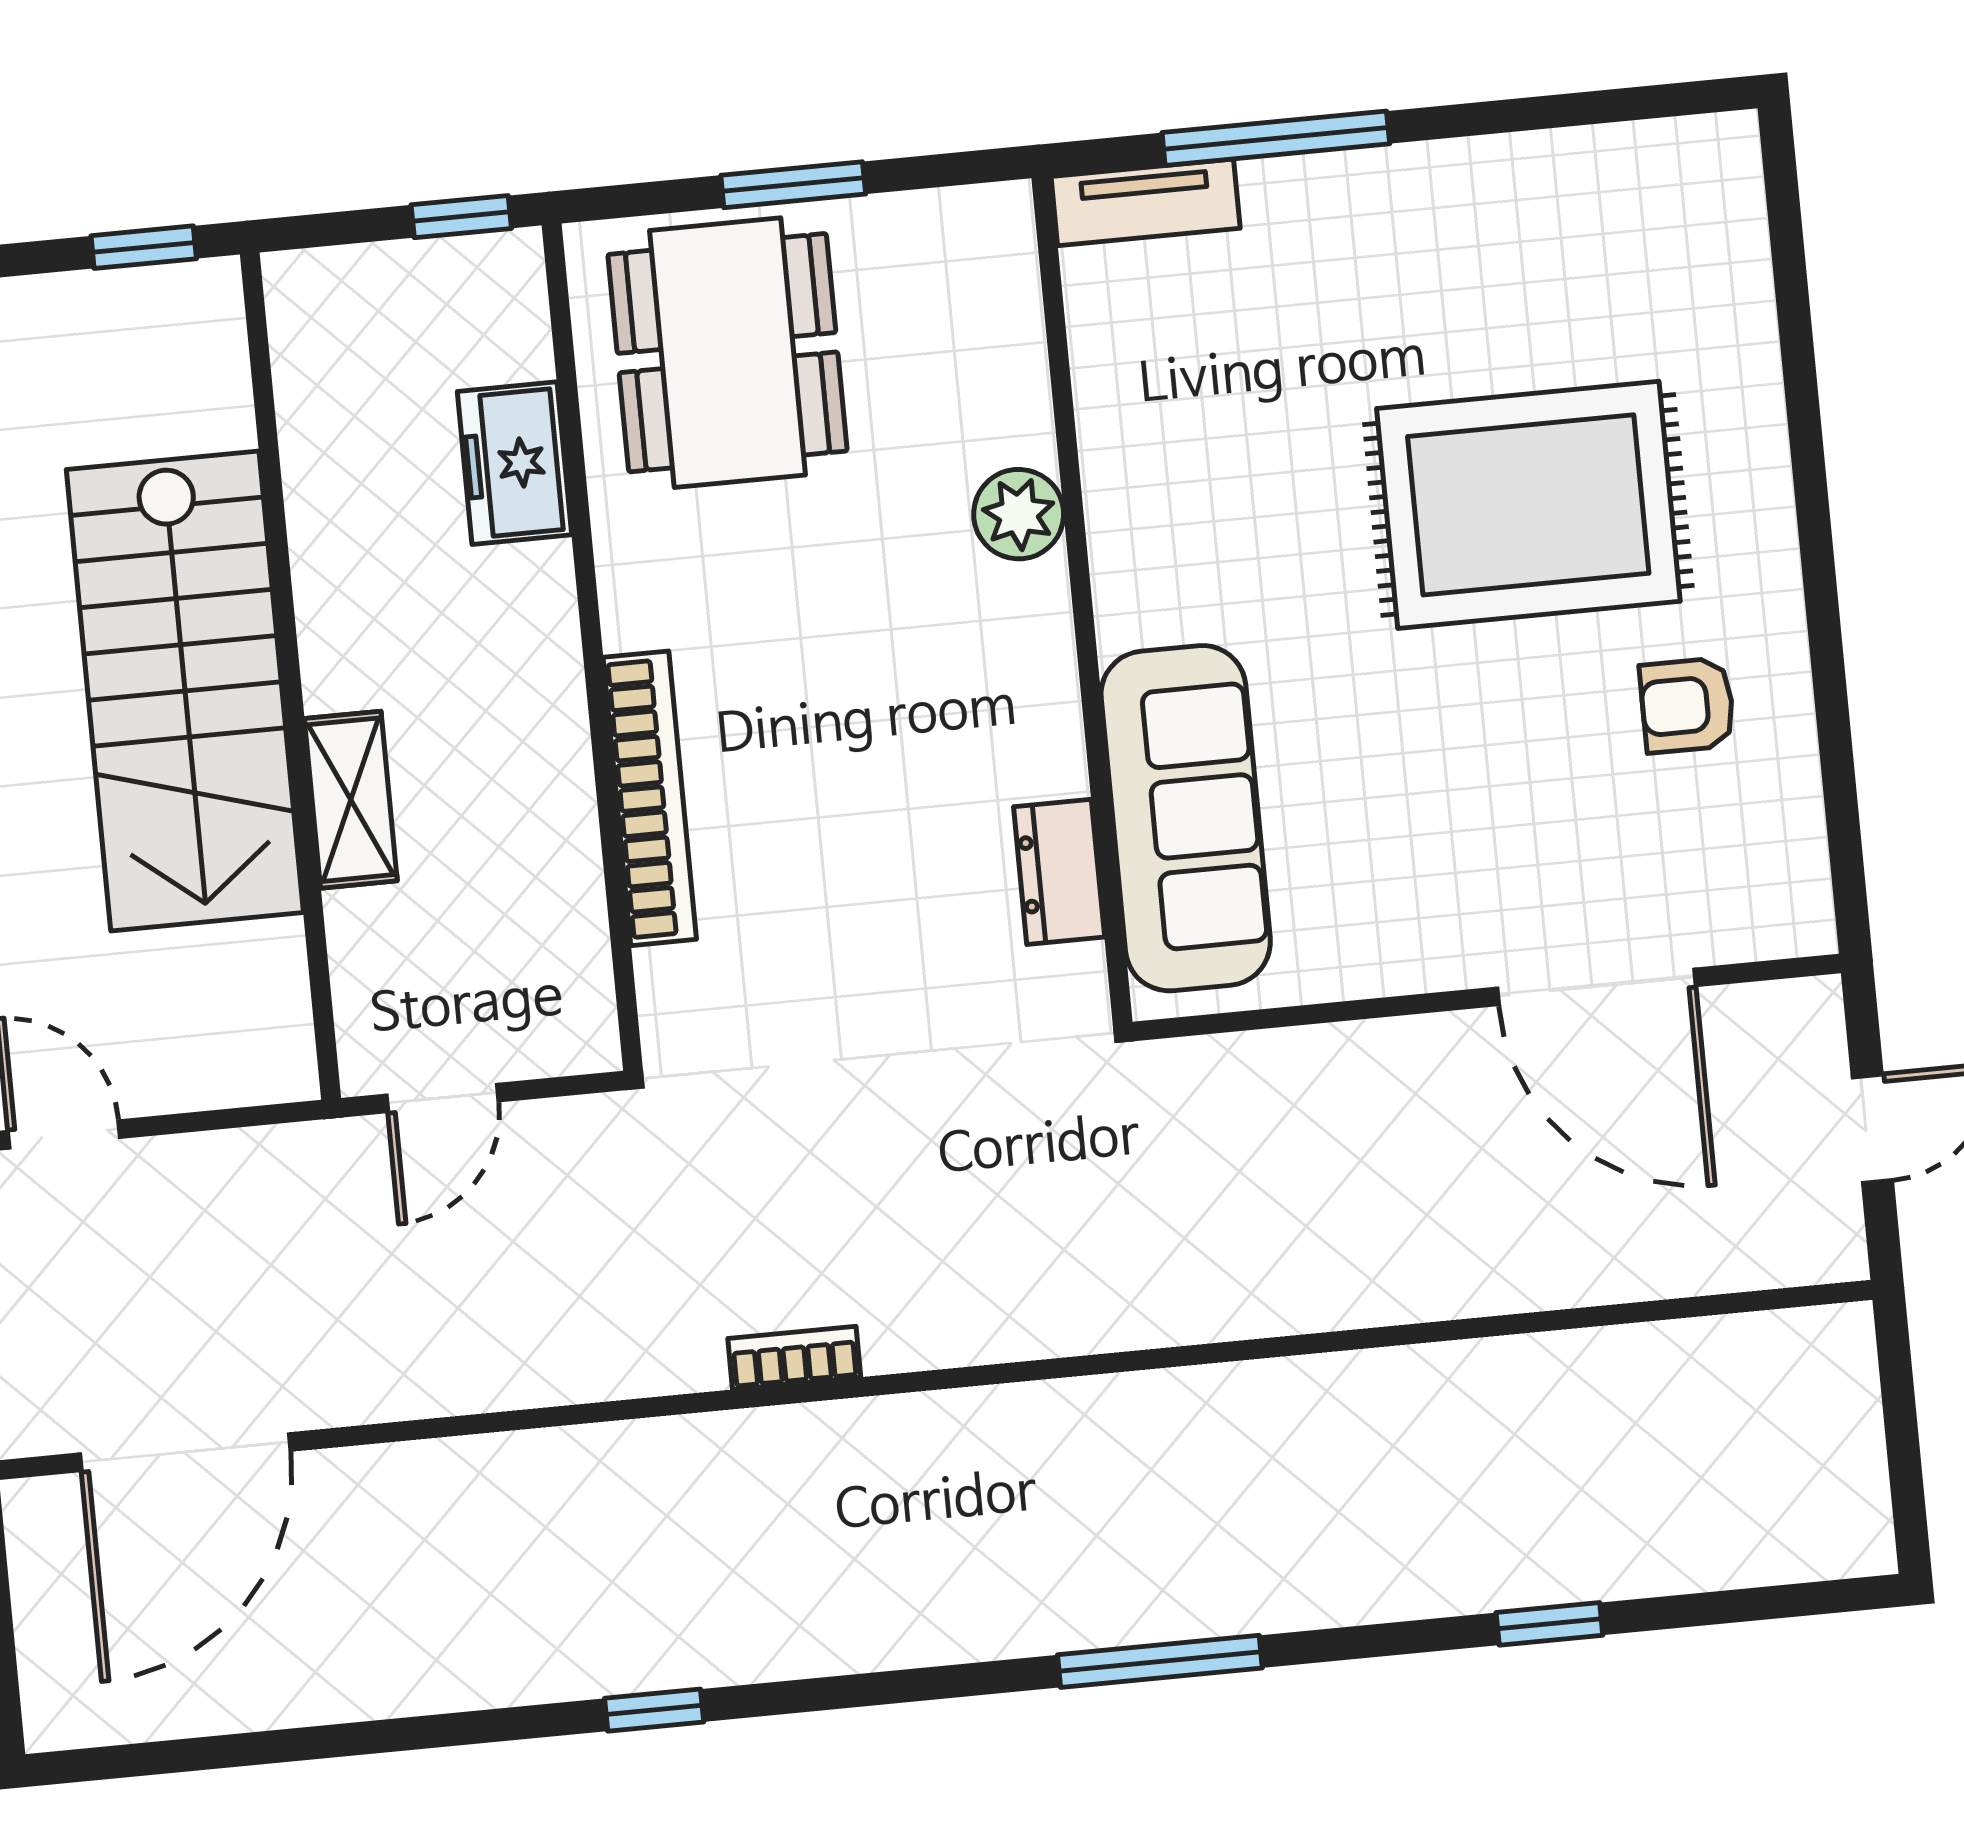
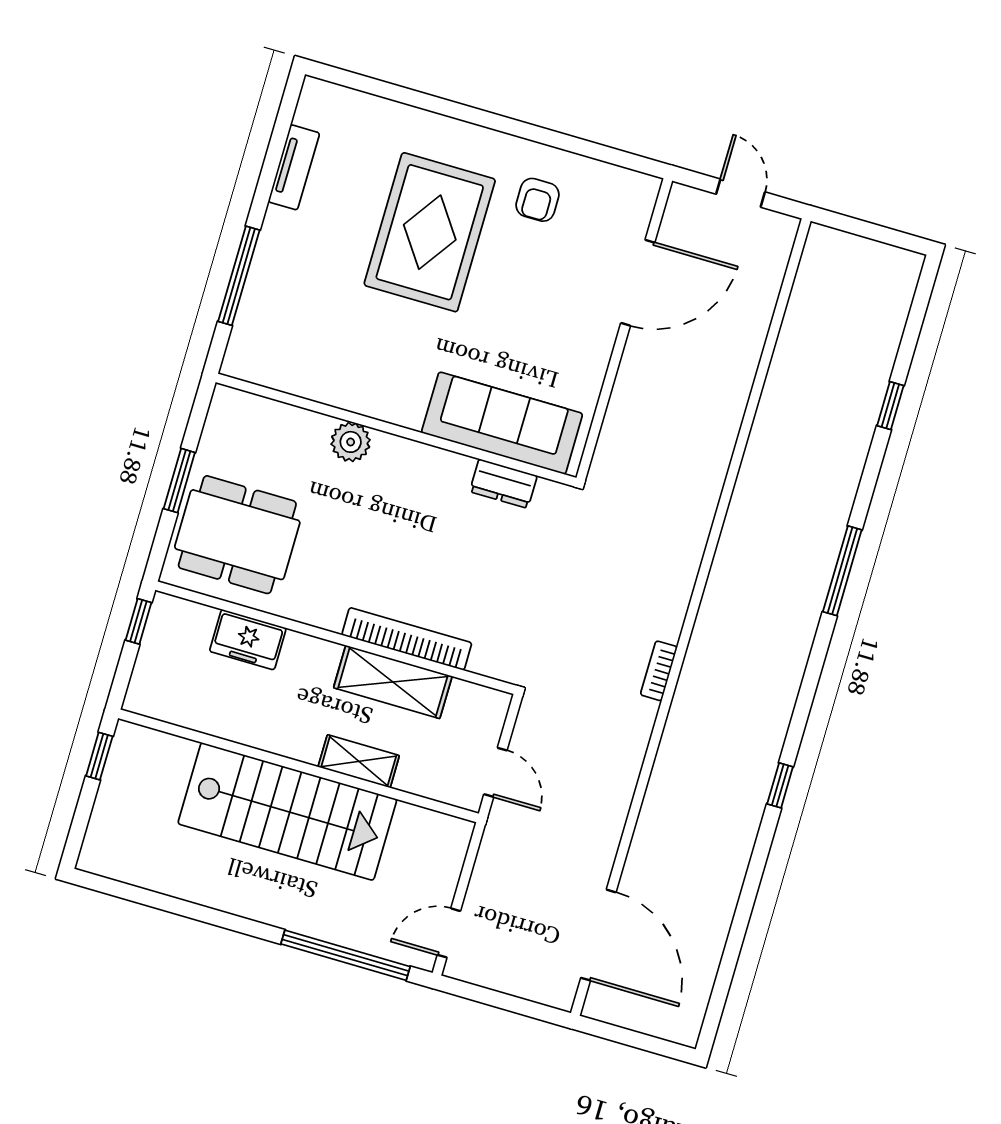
tv unit: (1146, 202) -> (294, 167), moved
shelving: (547, 805) -> (393, 682), added

